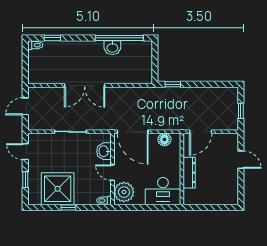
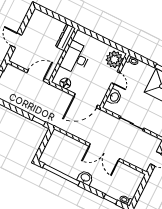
washbasin: (112, 48) -> (85, 178), moved
double door: (85, 85) -> (104, 152), swing flipped
door: (133, 132) -> (86, 101), swing flipped
dresser: (189, 173) -> (65, 37), moved
desk: (163, 191) -> (76, 58), moved, turned -90

